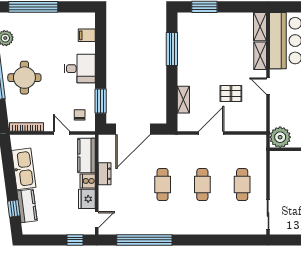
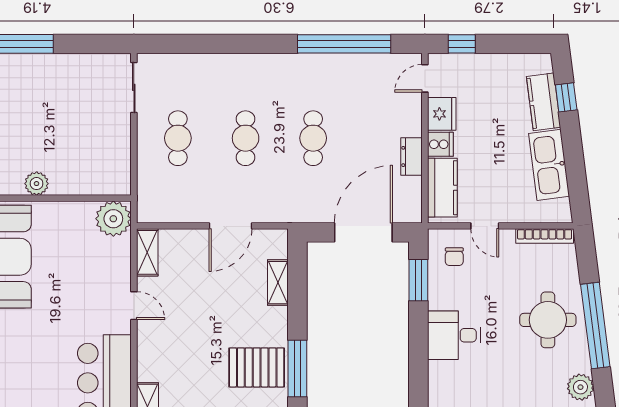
filing cabinet: (87, 35) -> (442, 392), removed
shelving: (260, 56) -> (147, 252), moved
pallet: (231, 94) -> (257, 367), moved, width x1.50, depth x1.42

